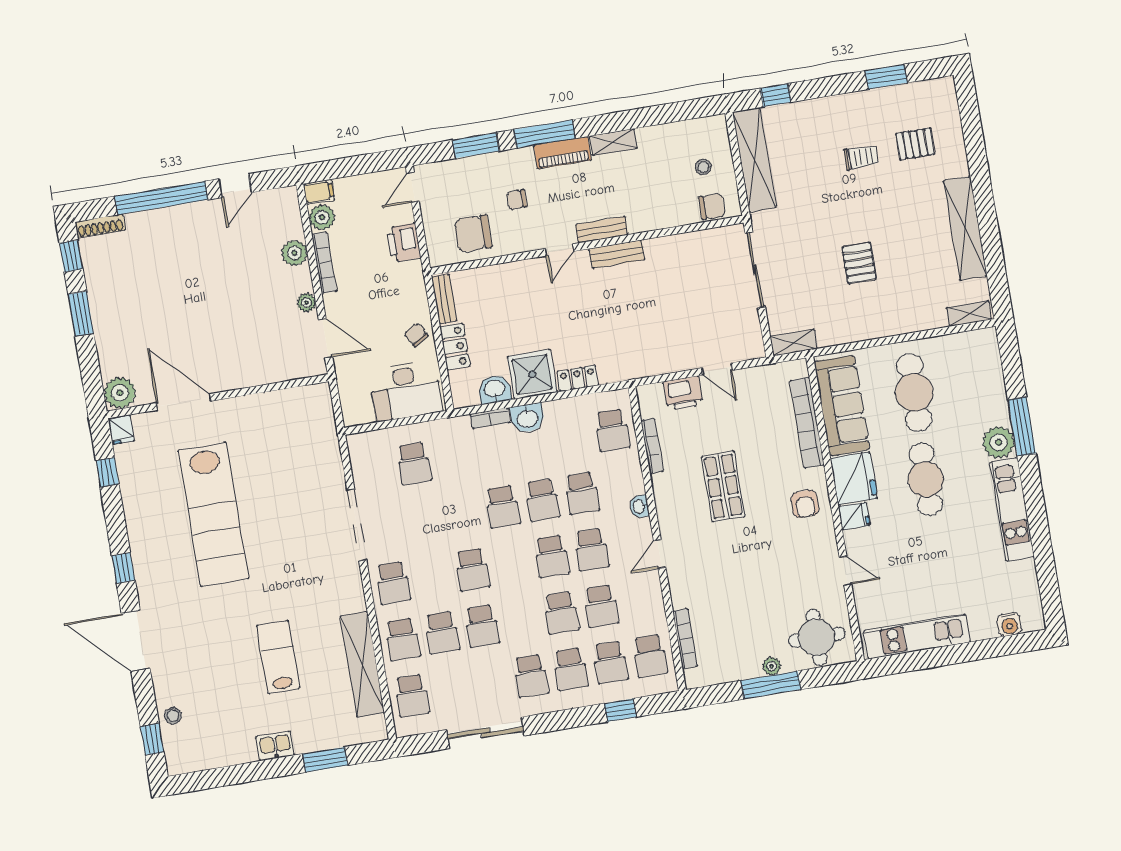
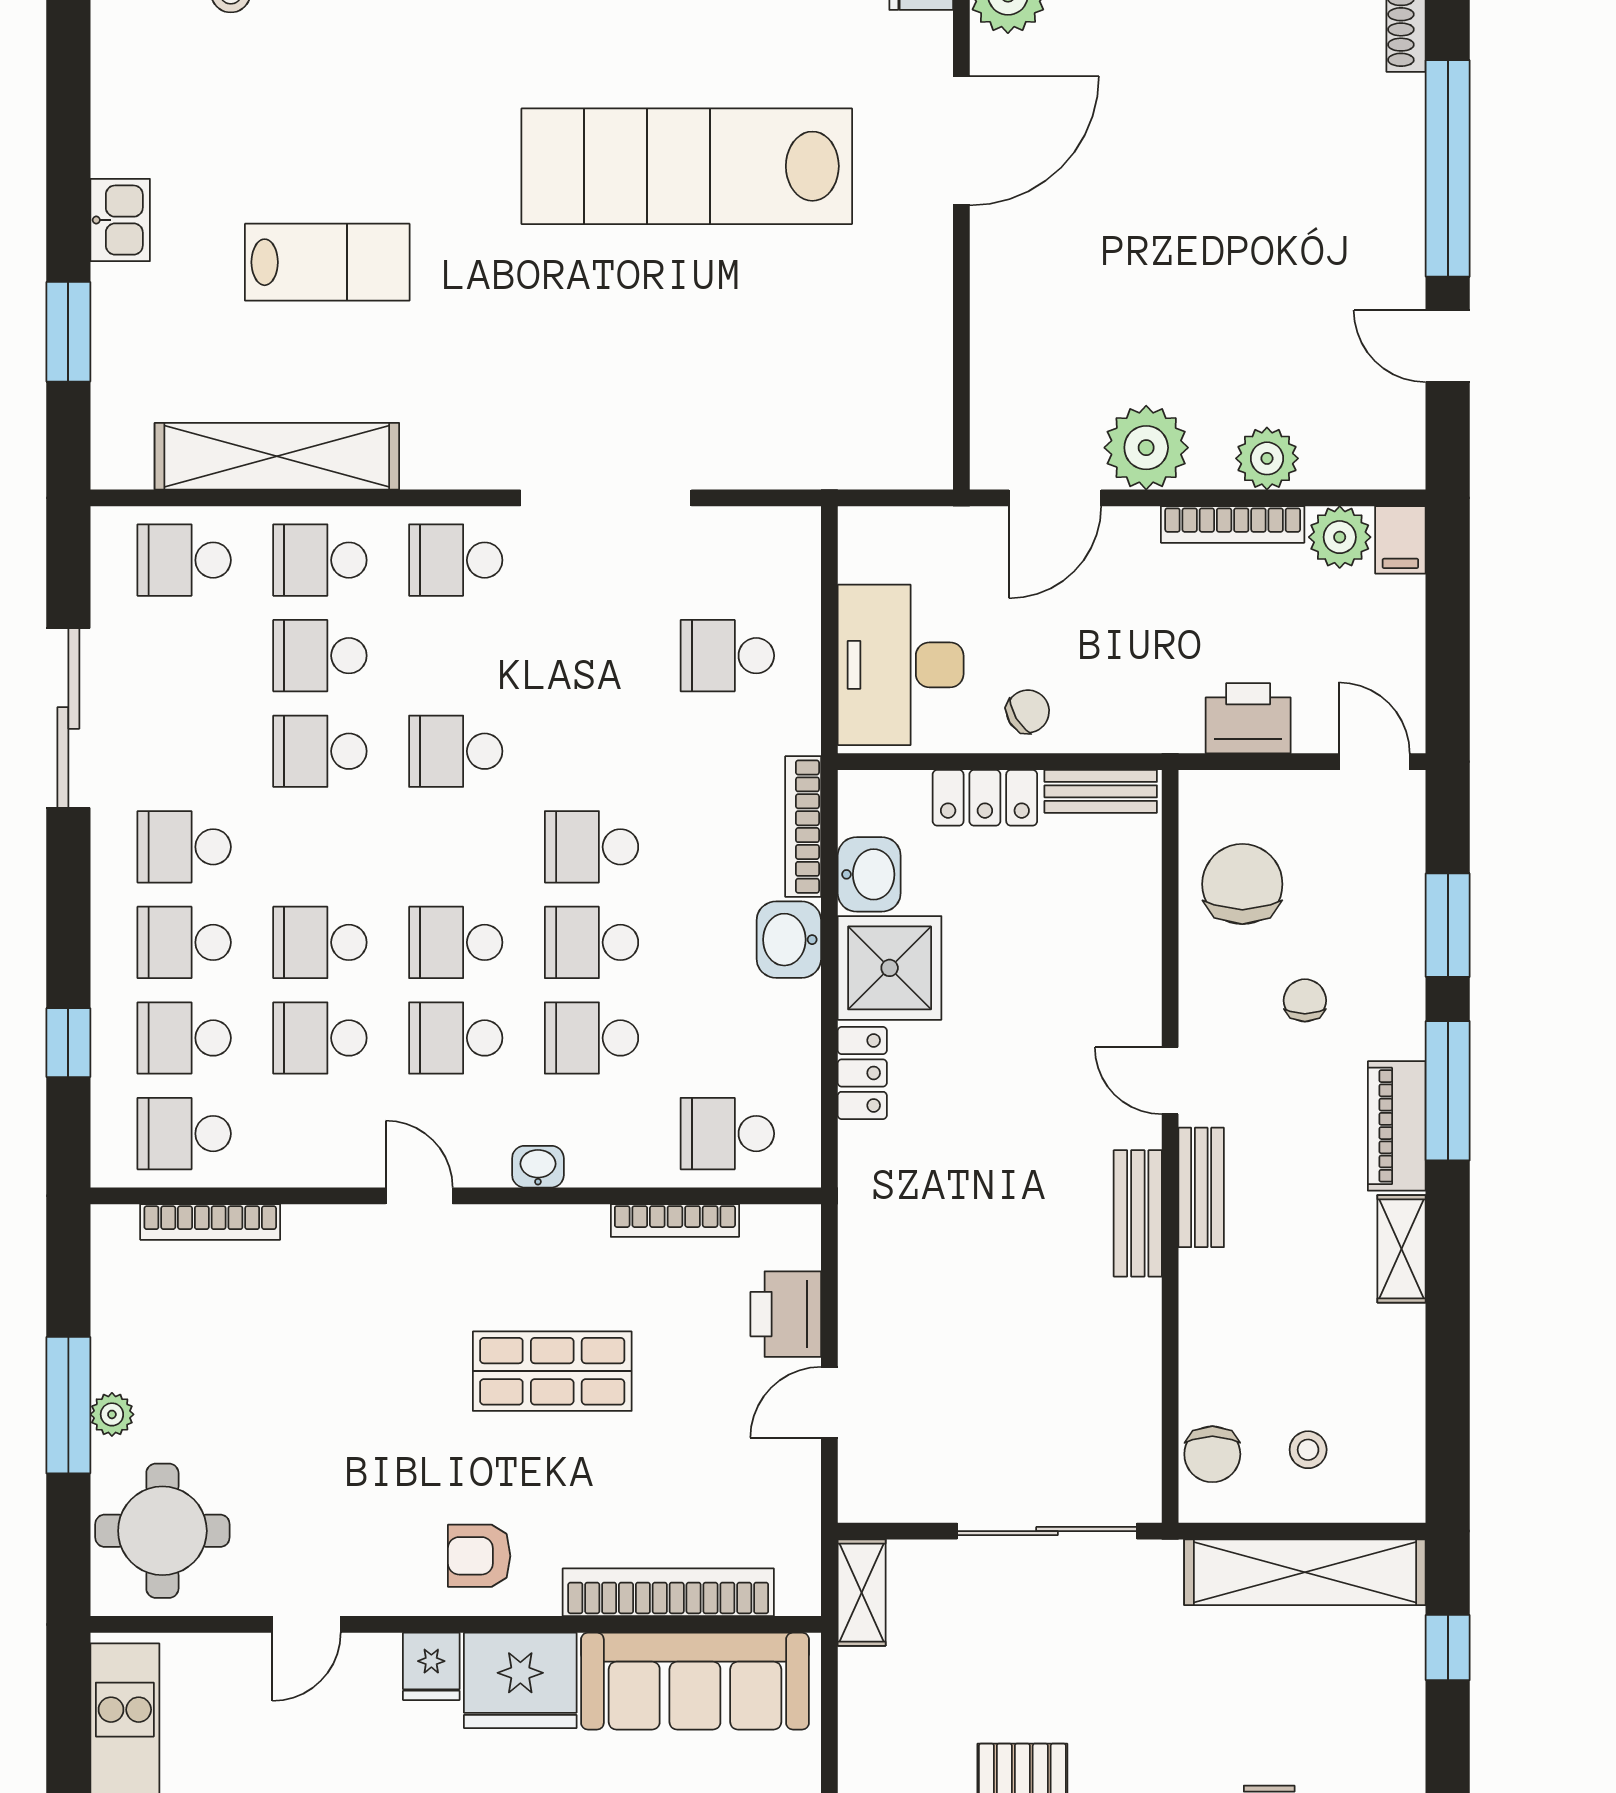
plant: (306, 303) -> (1146, 448), width x1.88, depth x1.88
bookcase: (490, 418) -> (803, 827), width x1.56

